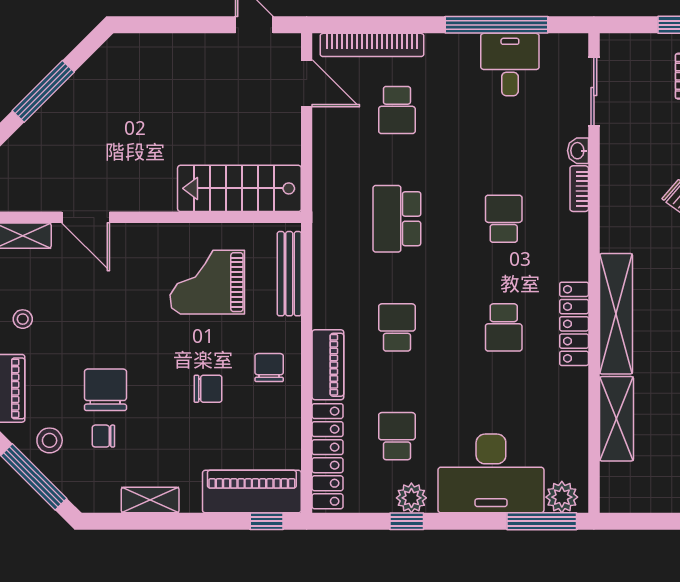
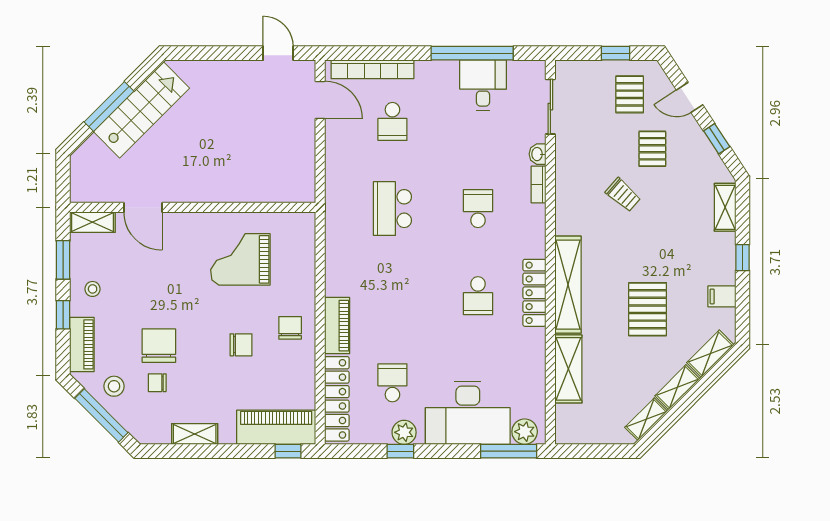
stairs: (239, 188) -> (142, 110), moved, turned 135
bench: (289, 274) -> (306, 253), removed
school desk: (397, 327) -> (392, 296), removed

